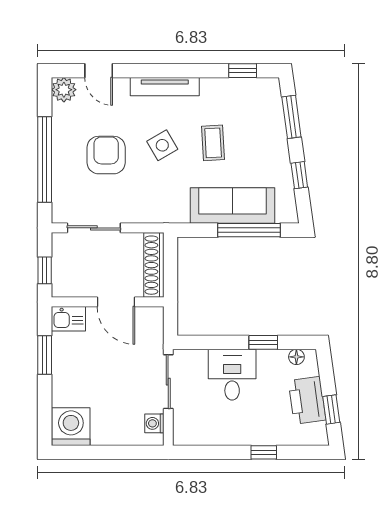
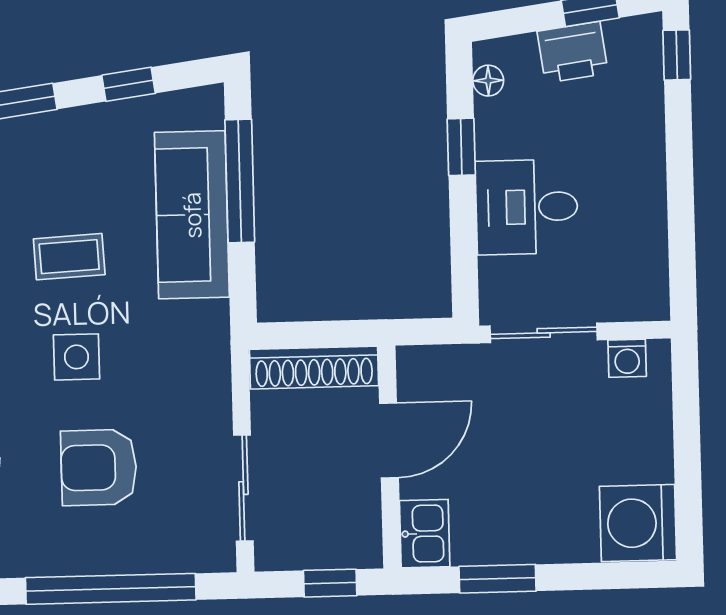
side table: (162, 145) -> (77, 357), turned 30
printer: (307, 400) -> (573, 52), width x0.73, depth x0.84
window: (264, 452) -> (677, 55), moved

